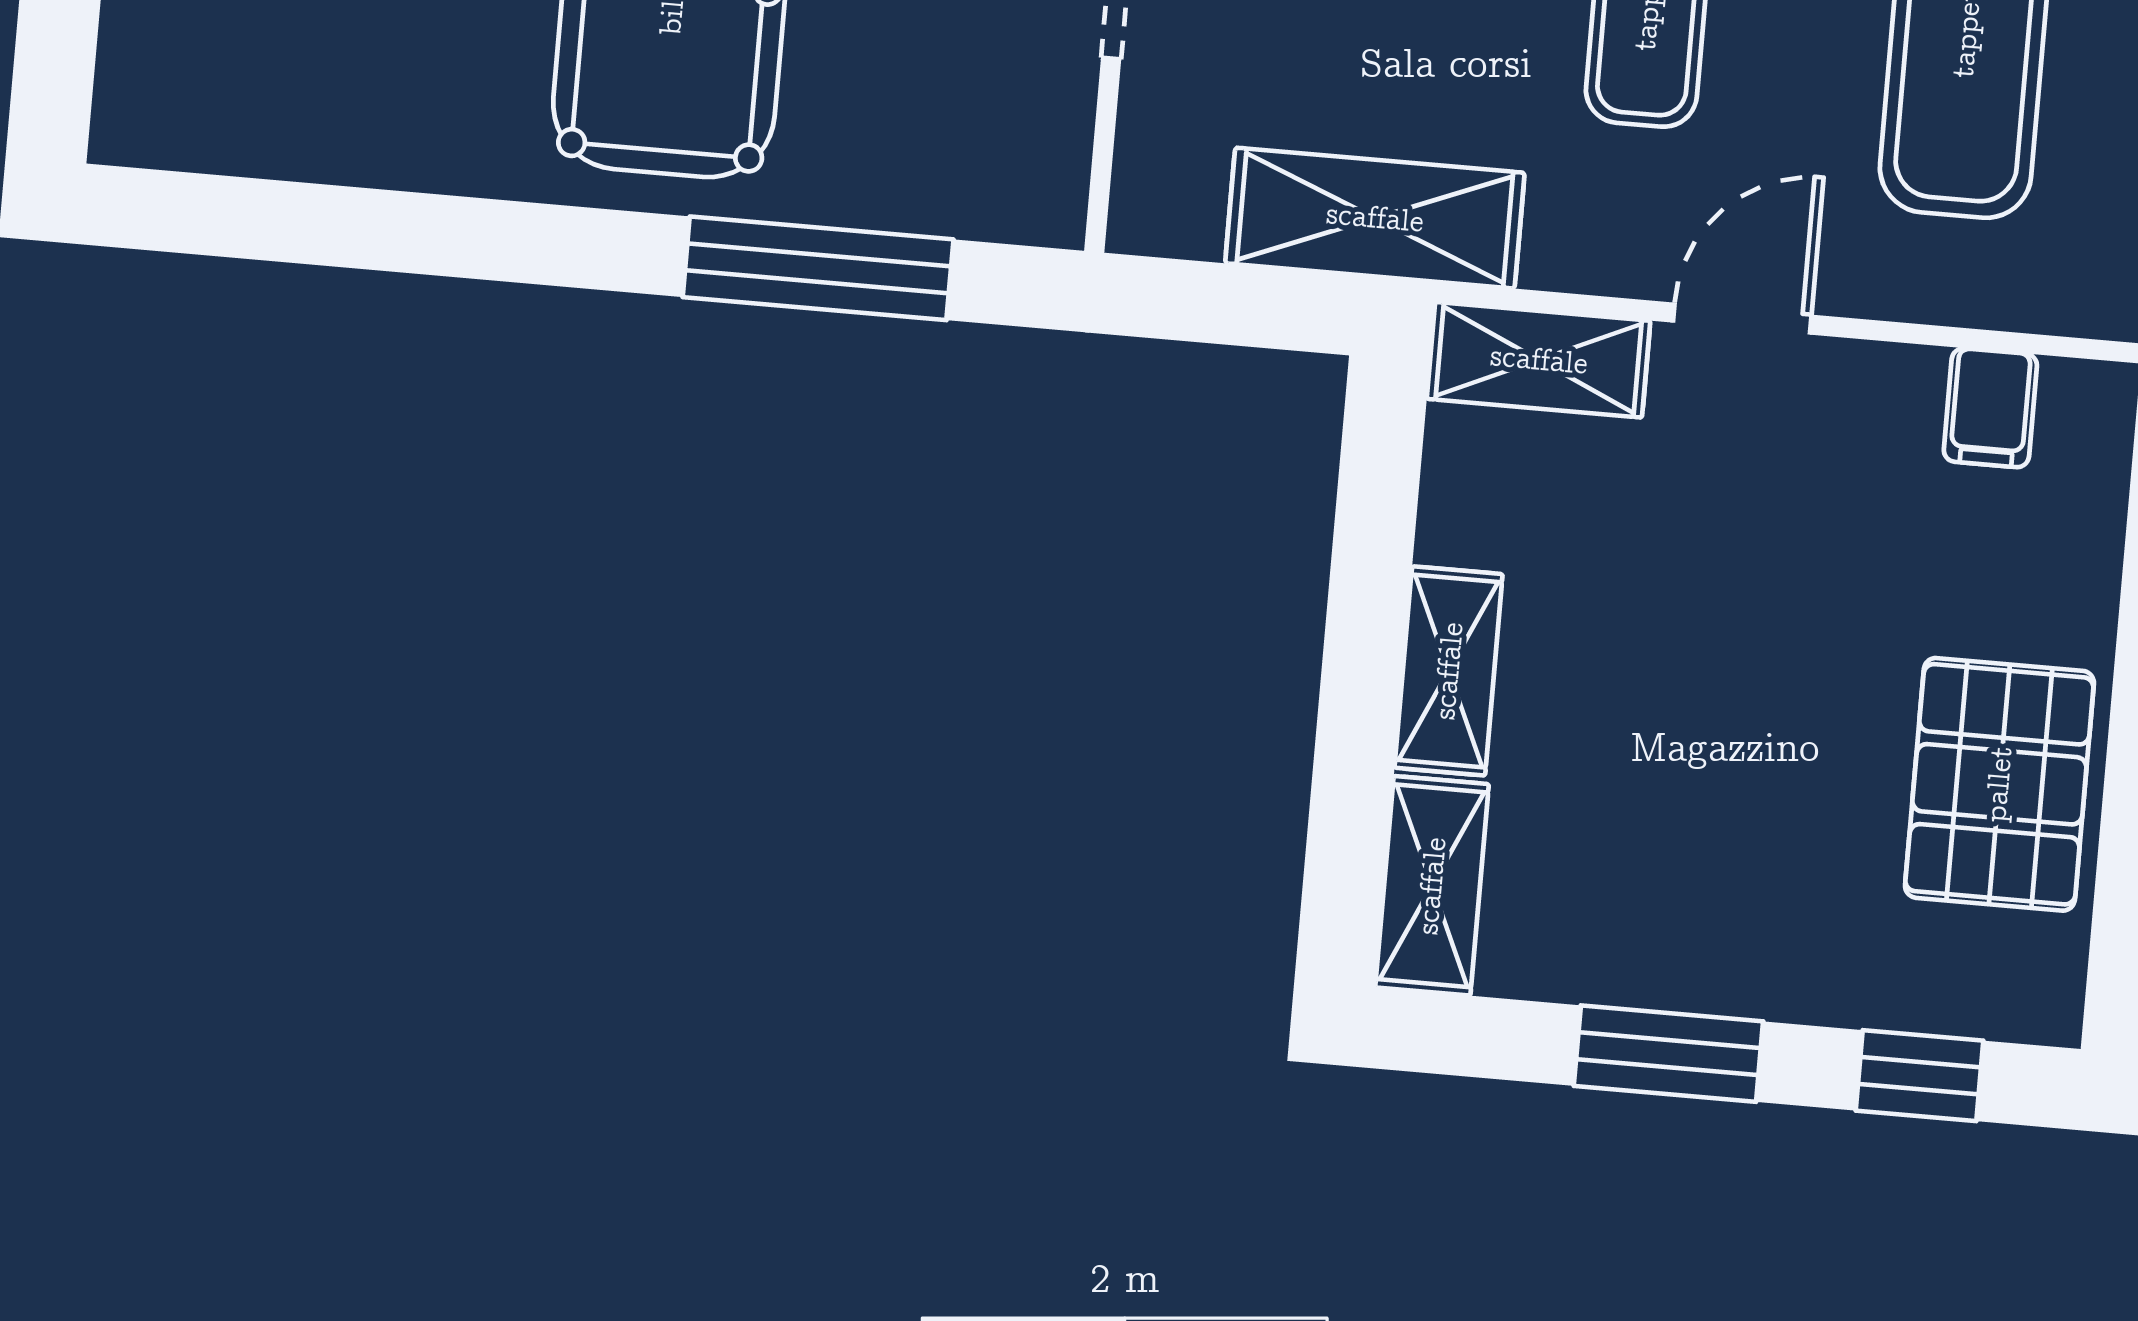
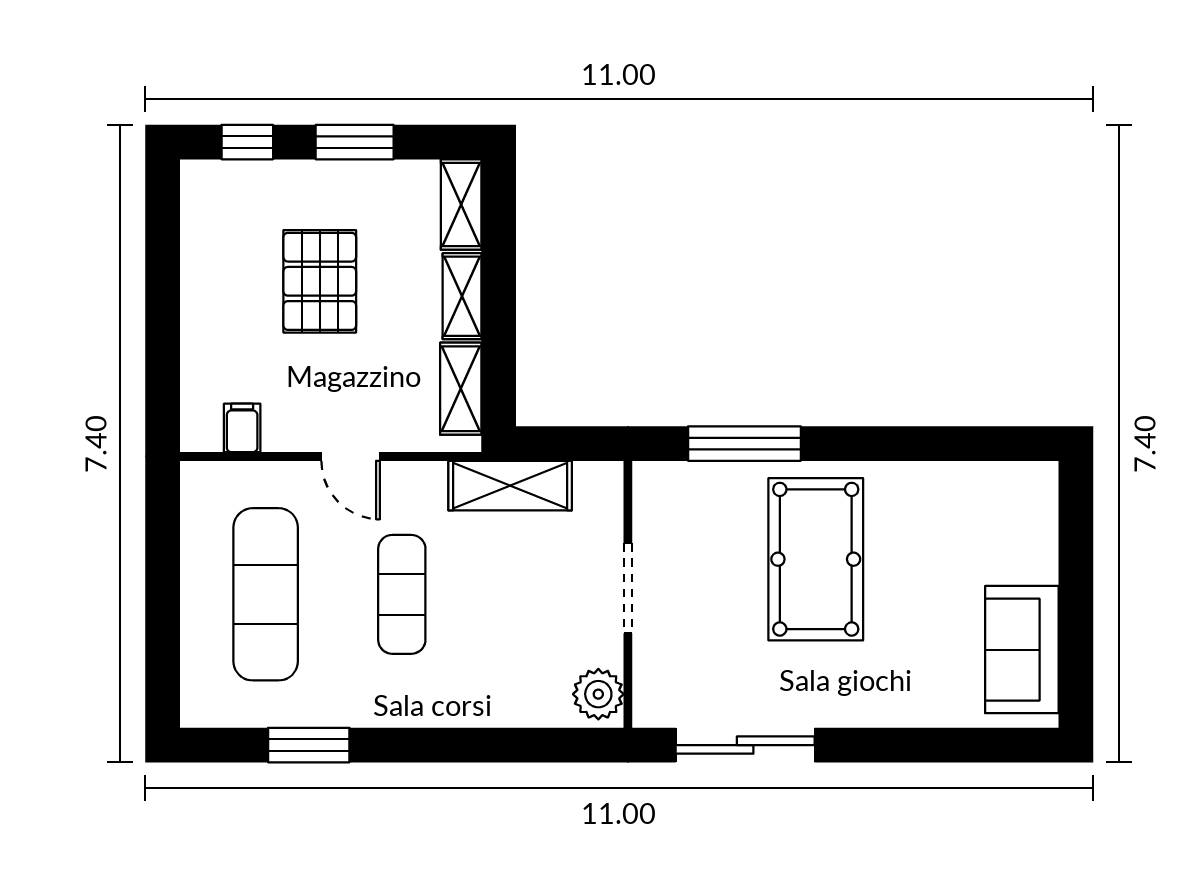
door: (1742, 319) -> (351, 456), hinge flipped
shelving: (1539, 360) -> (461, 389), moved, turned 90
pallet: (1999, 784) -> (320, 281), moved

